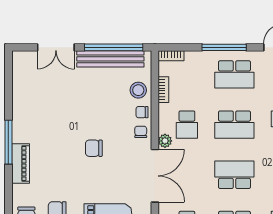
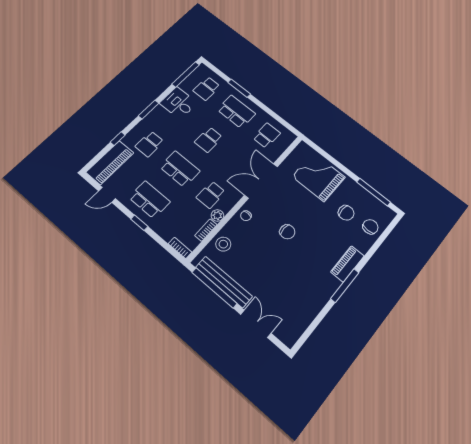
window: (224, 47) -> (139, 223), width x0.46
chair: (142, 112) -> (234, 228), removed
school desk: (187, 125) -> (211, 195), turned 180
plant: (165, 141) -> (217, 215), moved
school desk: (234, 175) -> (209, 140), width x0.54

